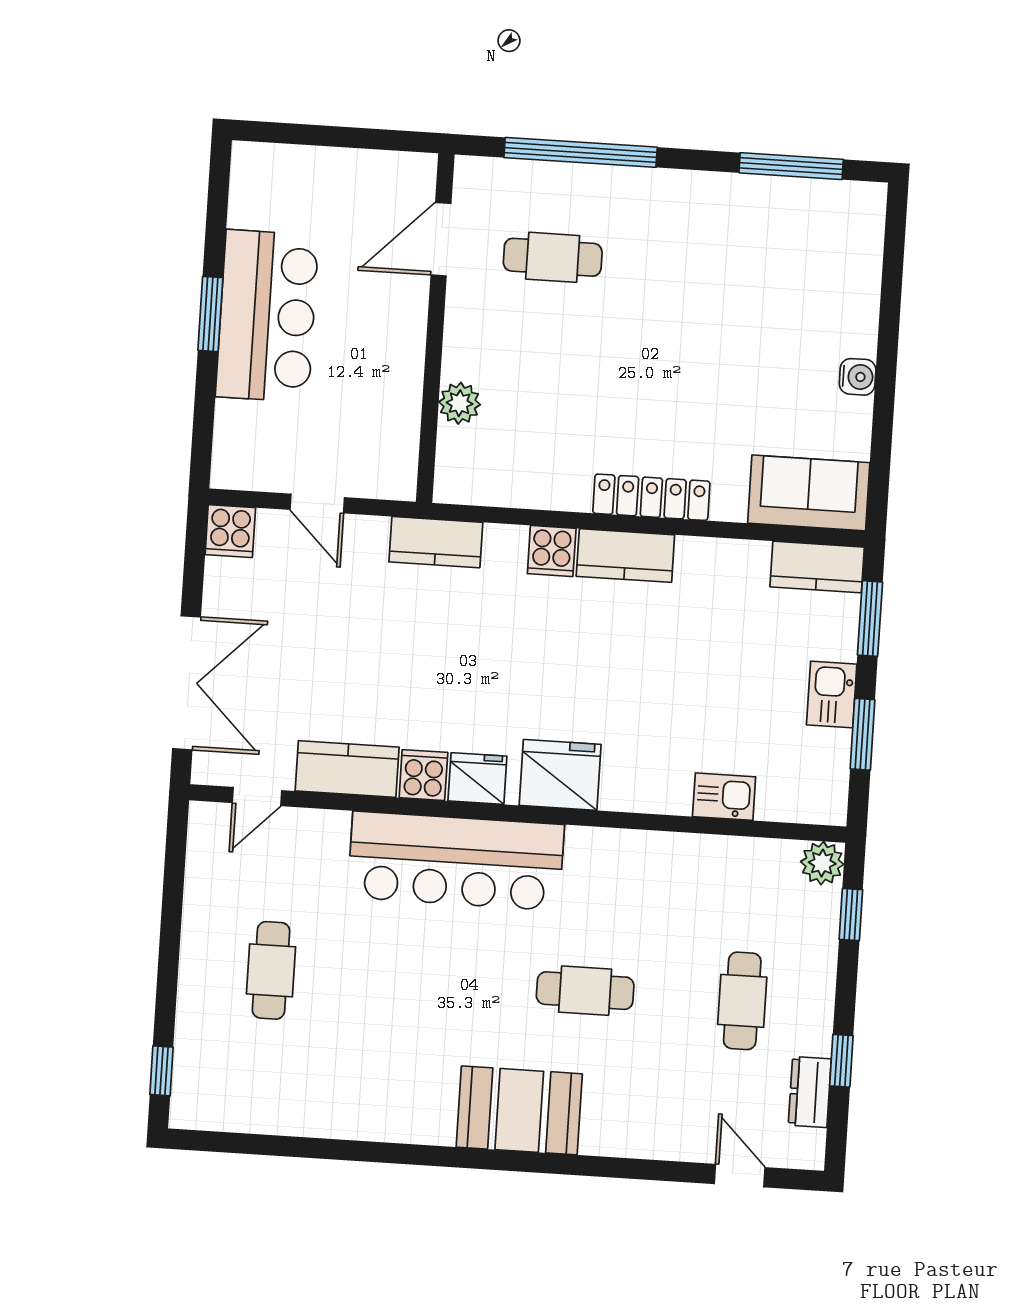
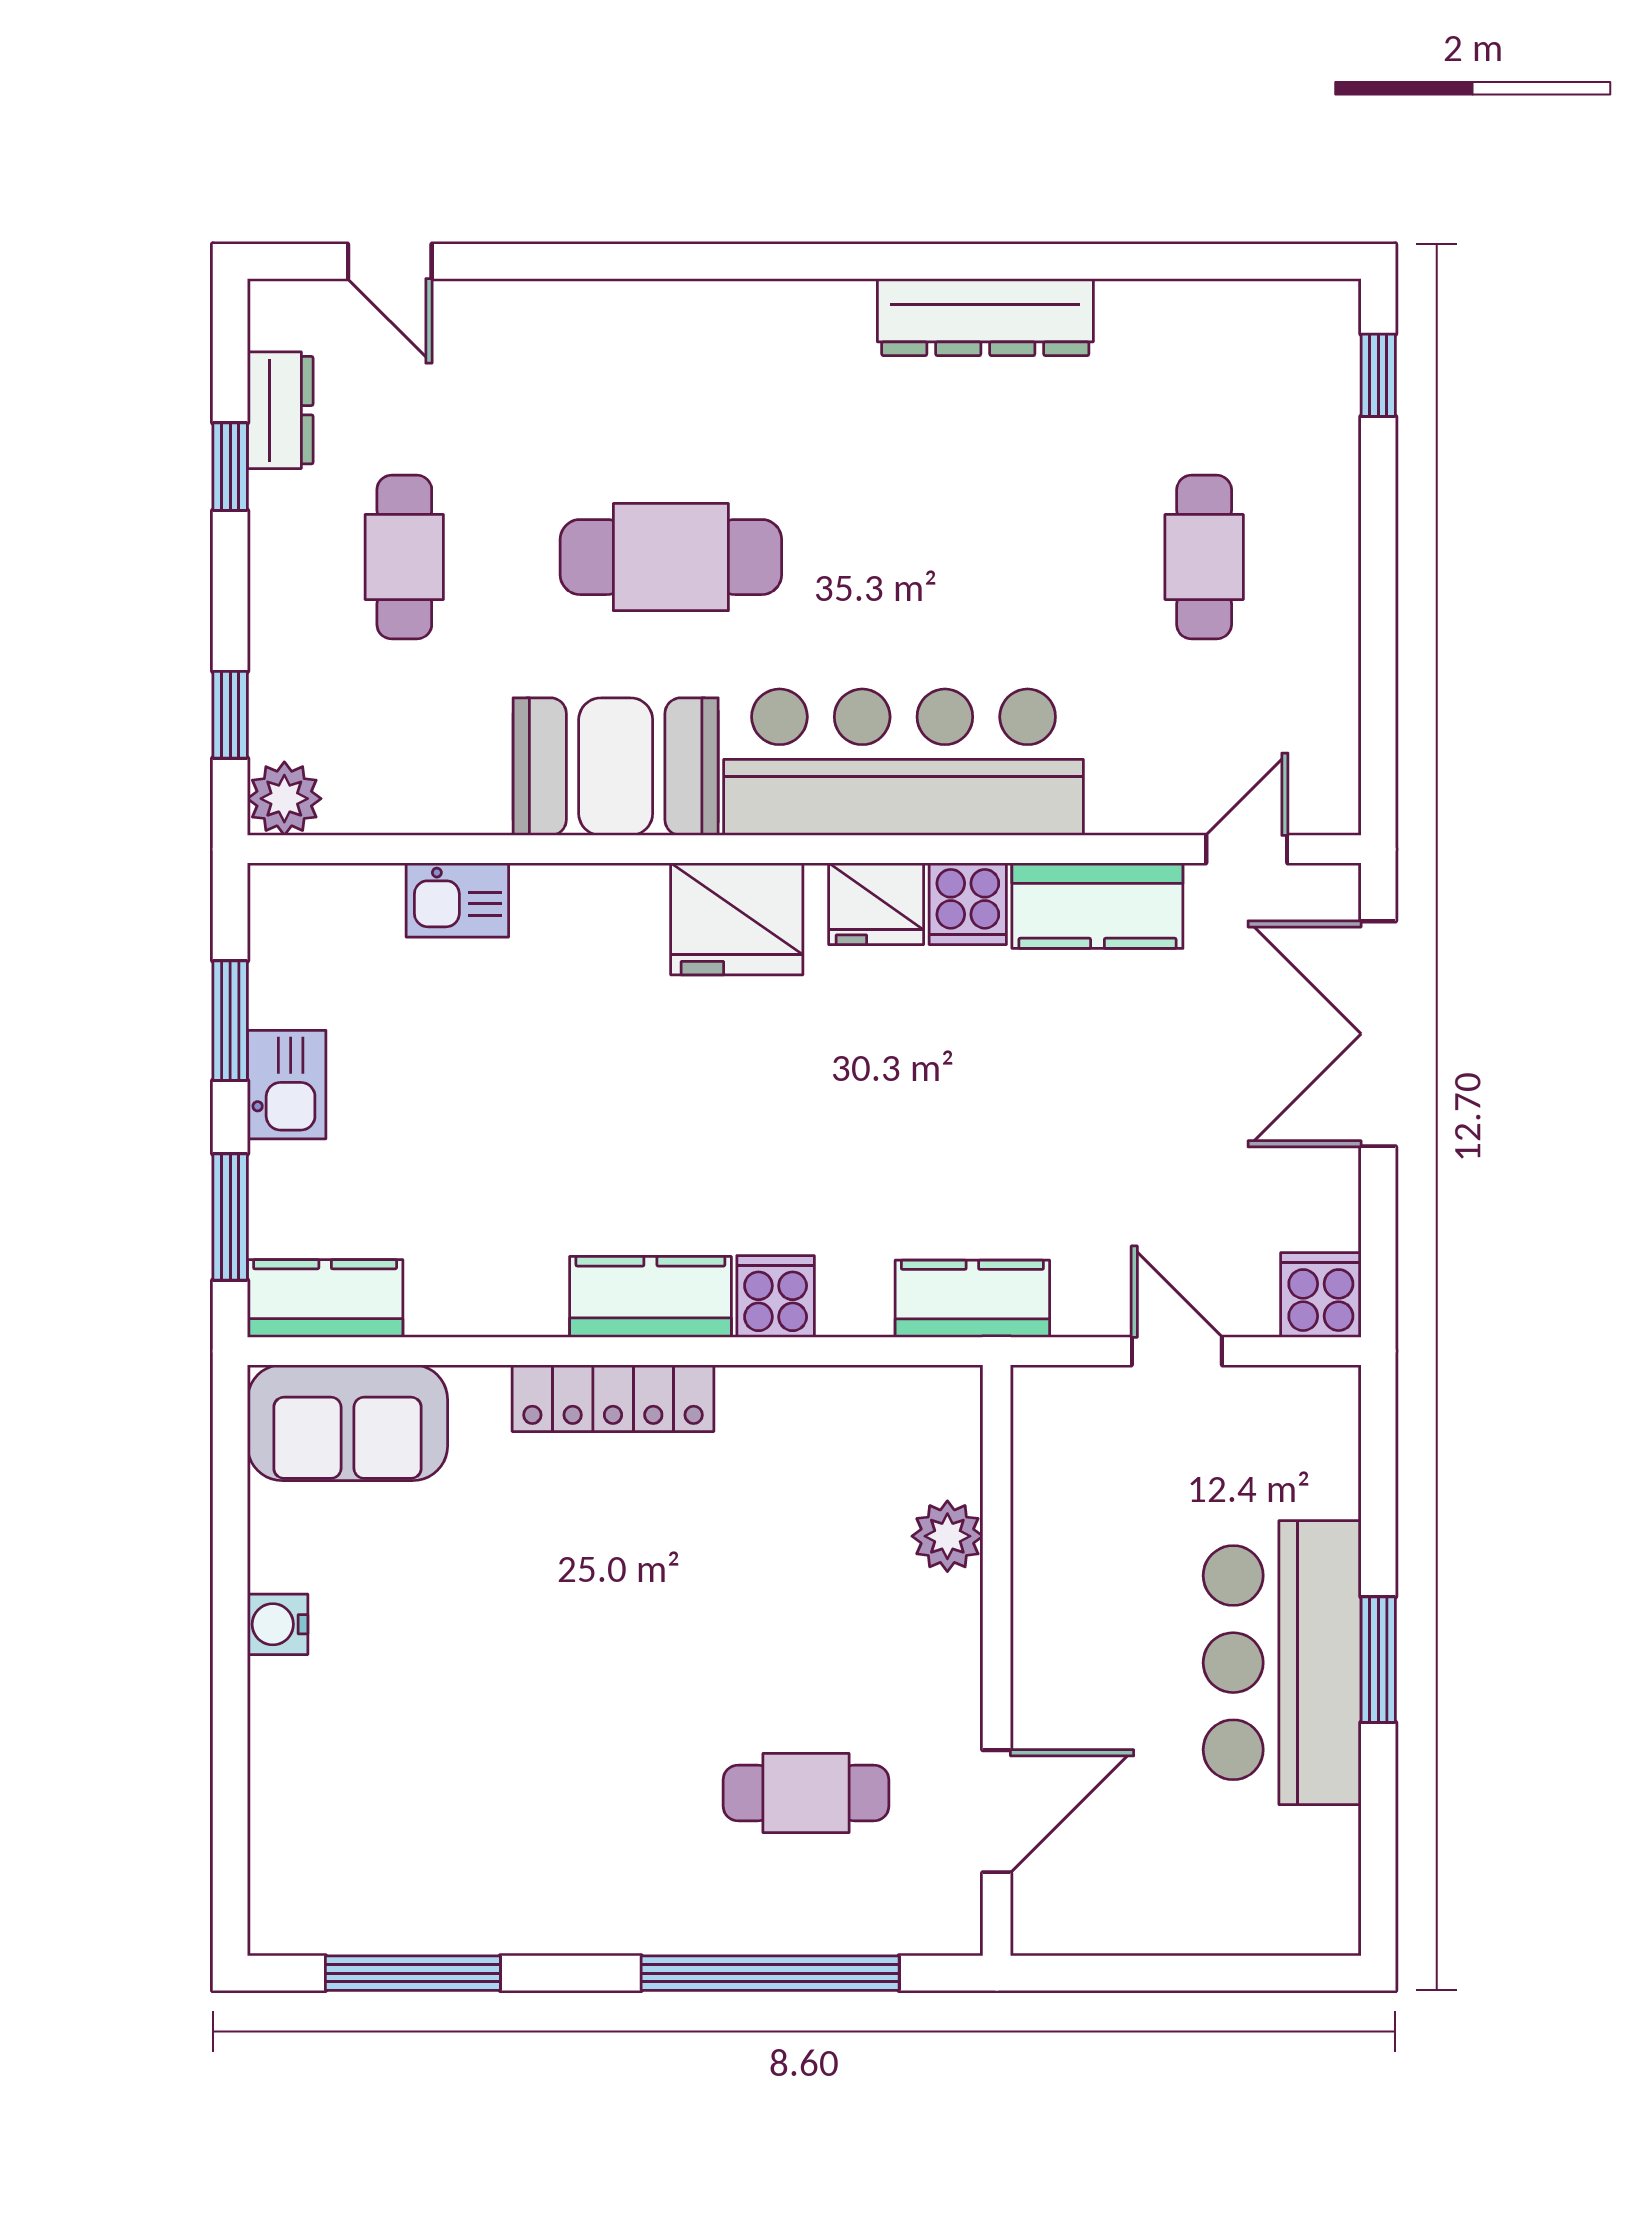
cafe table: (585, 991) -> (671, 557), width x1.37, depth x1.35
booth: (519, 1110) -> (616, 767), moved
dresser: (391, 1120) -> (985, 317), added

